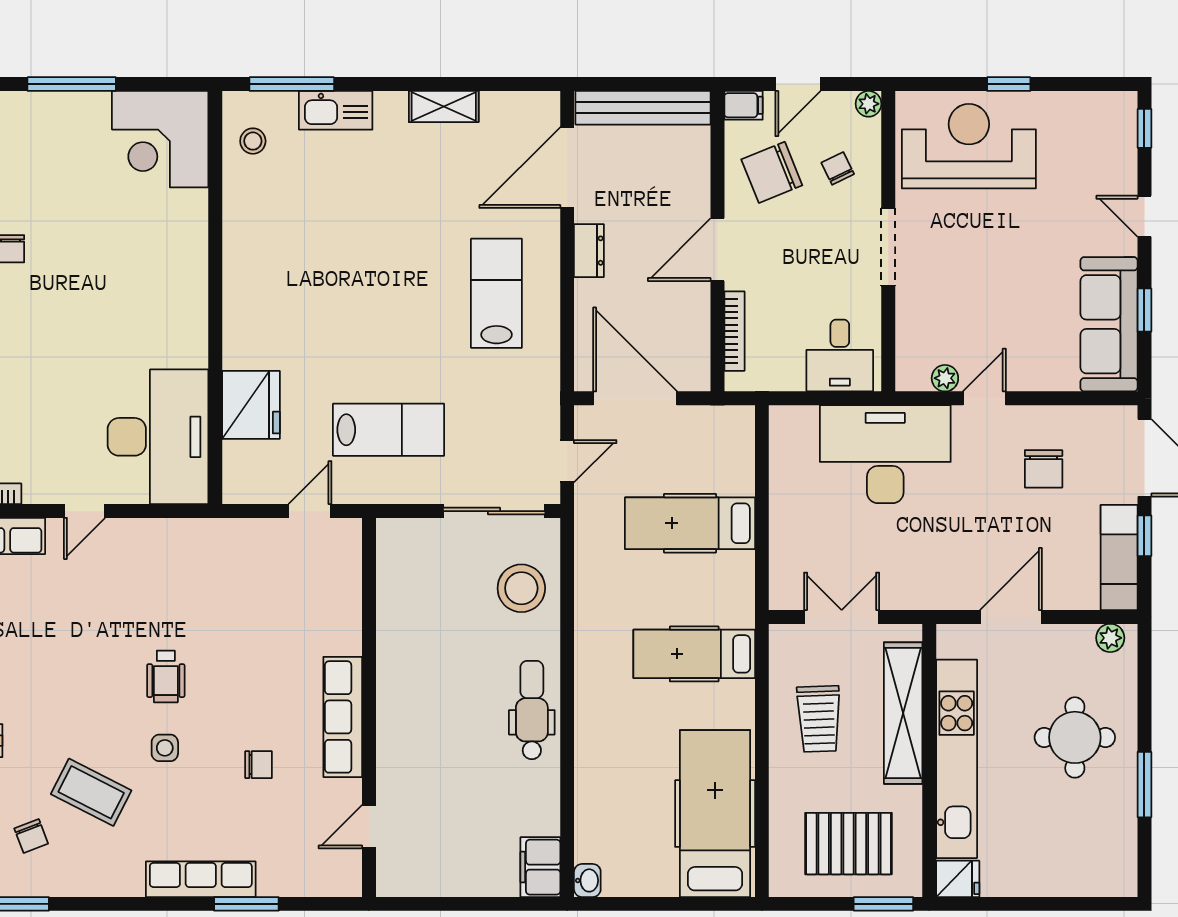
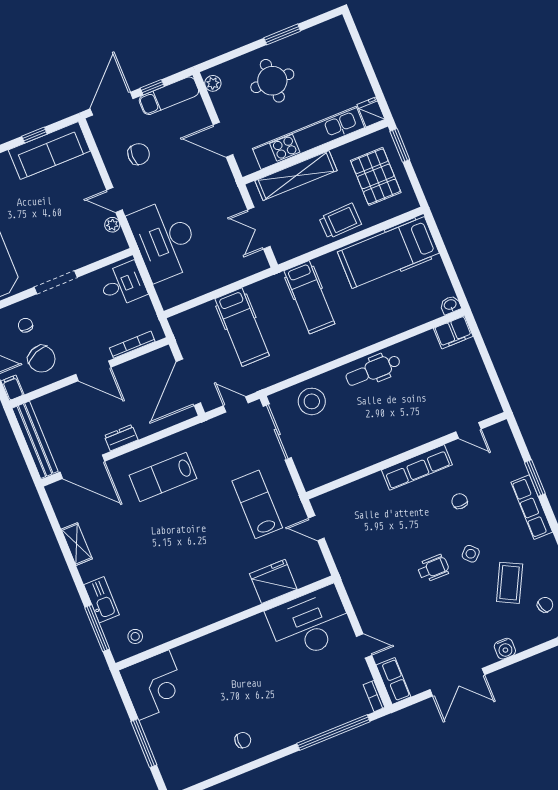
chair: (838, 168) -> (25, 325), turned 116
trolley: (819, 719) -> (340, 221), moved
side table: (165, 748) -> (471, 554), turned 45

